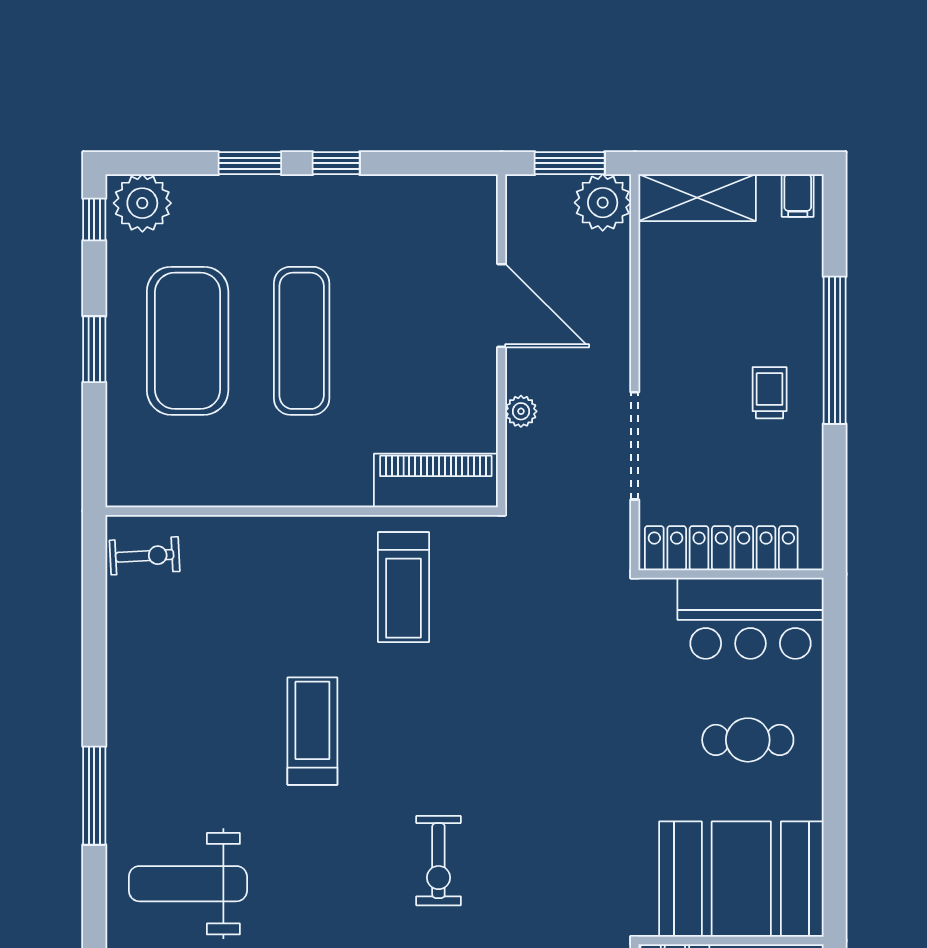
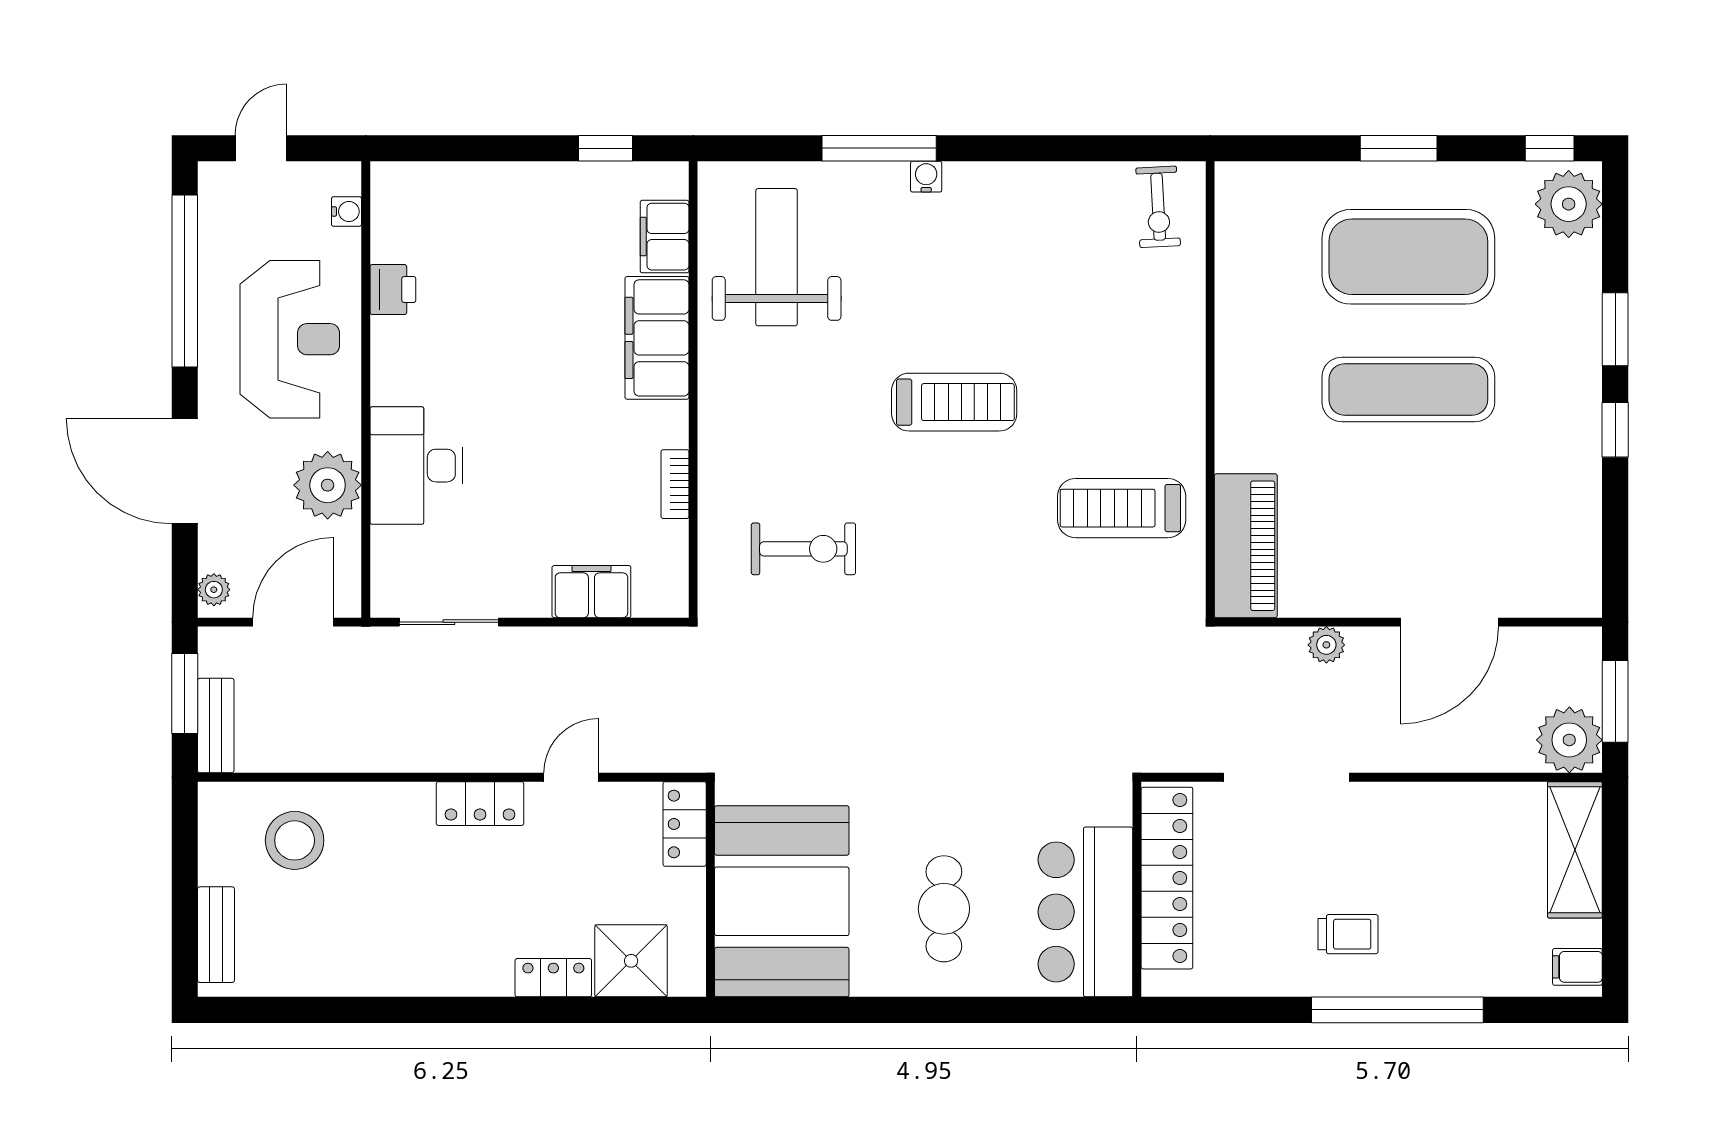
water cooler: (119, 755) -> (926, 177), added
exercise bike: (438, 861) -> (803, 549), turned 180

